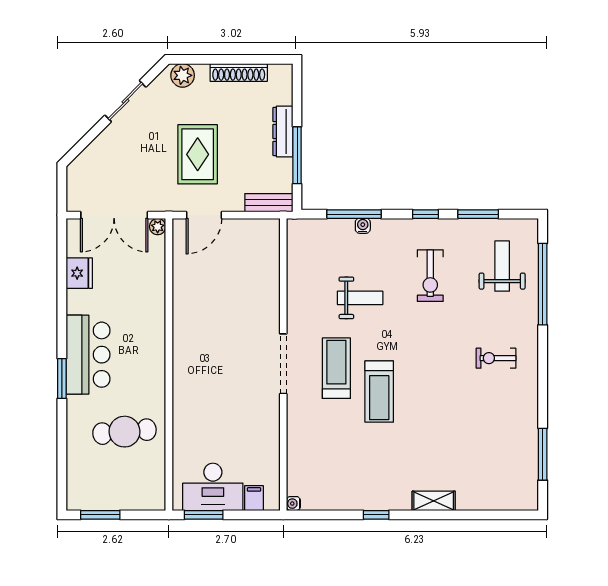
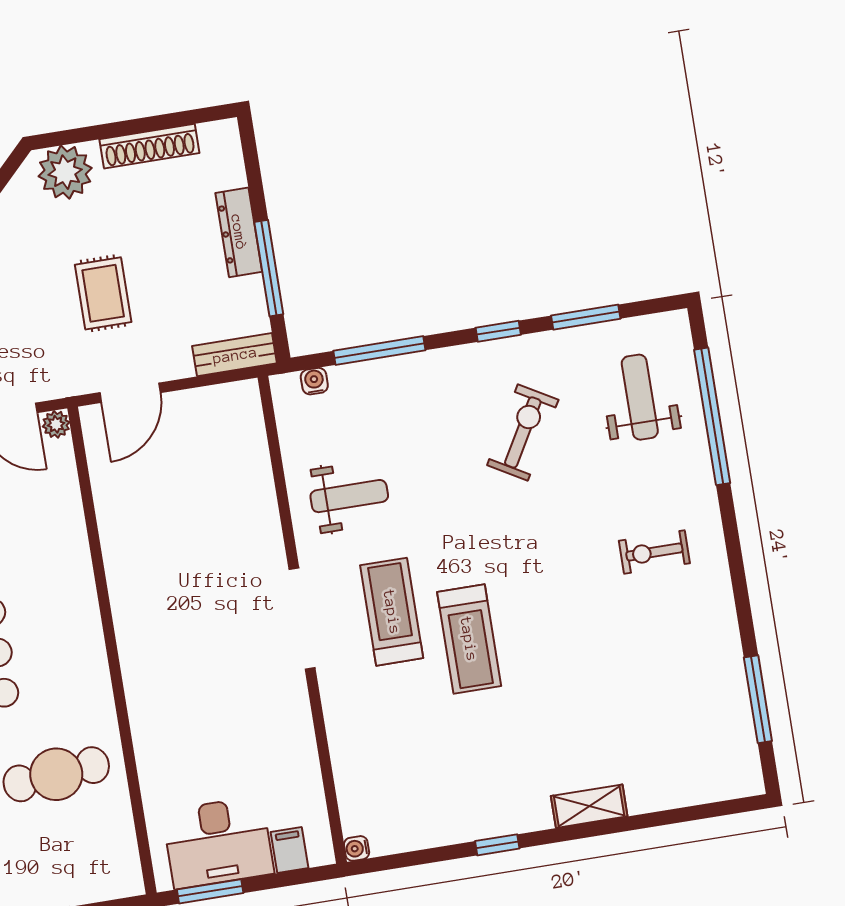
plant: (183, 75) -> (65, 172), width x1.36, depth x1.36
rug: (198, 154) -> (103, 293), width x0.73, depth x0.70
water cooler: (363, 226) -> (314, 381), moved
exercise bike: (430, 276) -> (523, 432), turned -150
weight bench: (360, 298) -> (349, 496), moved

